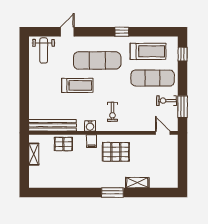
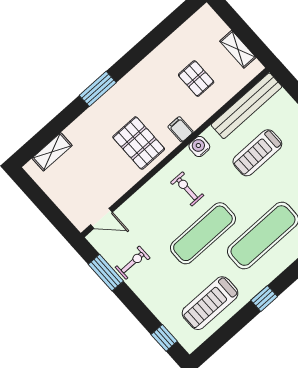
exercise mat: (153, 78) -> (203, 233), moved
treadmill: (77, 85) -> (257, 153), moved
pallet: (63, 144) -> (196, 79), moved, turned 90
pallet: (116, 152) -> (139, 143), turned 90
shelving: (137, 183) -> (52, 152), moved

